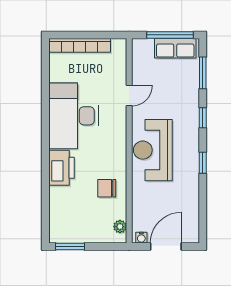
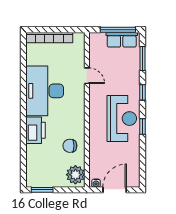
door: (129, 96) -> (87, 76), hinge flipped
reception desk: (153, 150) -> (122, 119), moved, turned 180
plant: (120, 227) -> (75, 175), width x1.88, depth x1.88

